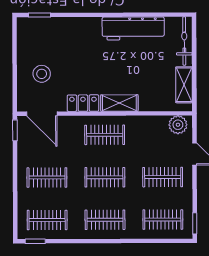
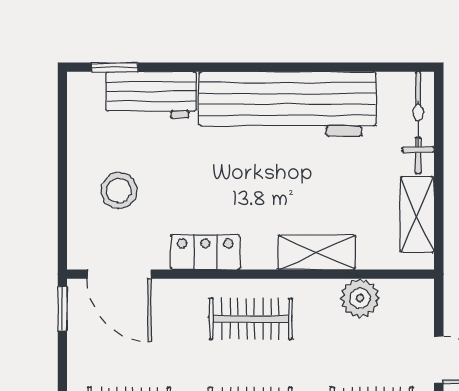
workbench: (57, 28) -> (151, 95), added
workbench: (133, 28) -> (288, 104), width x1.36, depth x1.32
shelving: (119, 103) -> (317, 252), moved
plant: (178, 125) -> (360, 298), moved

